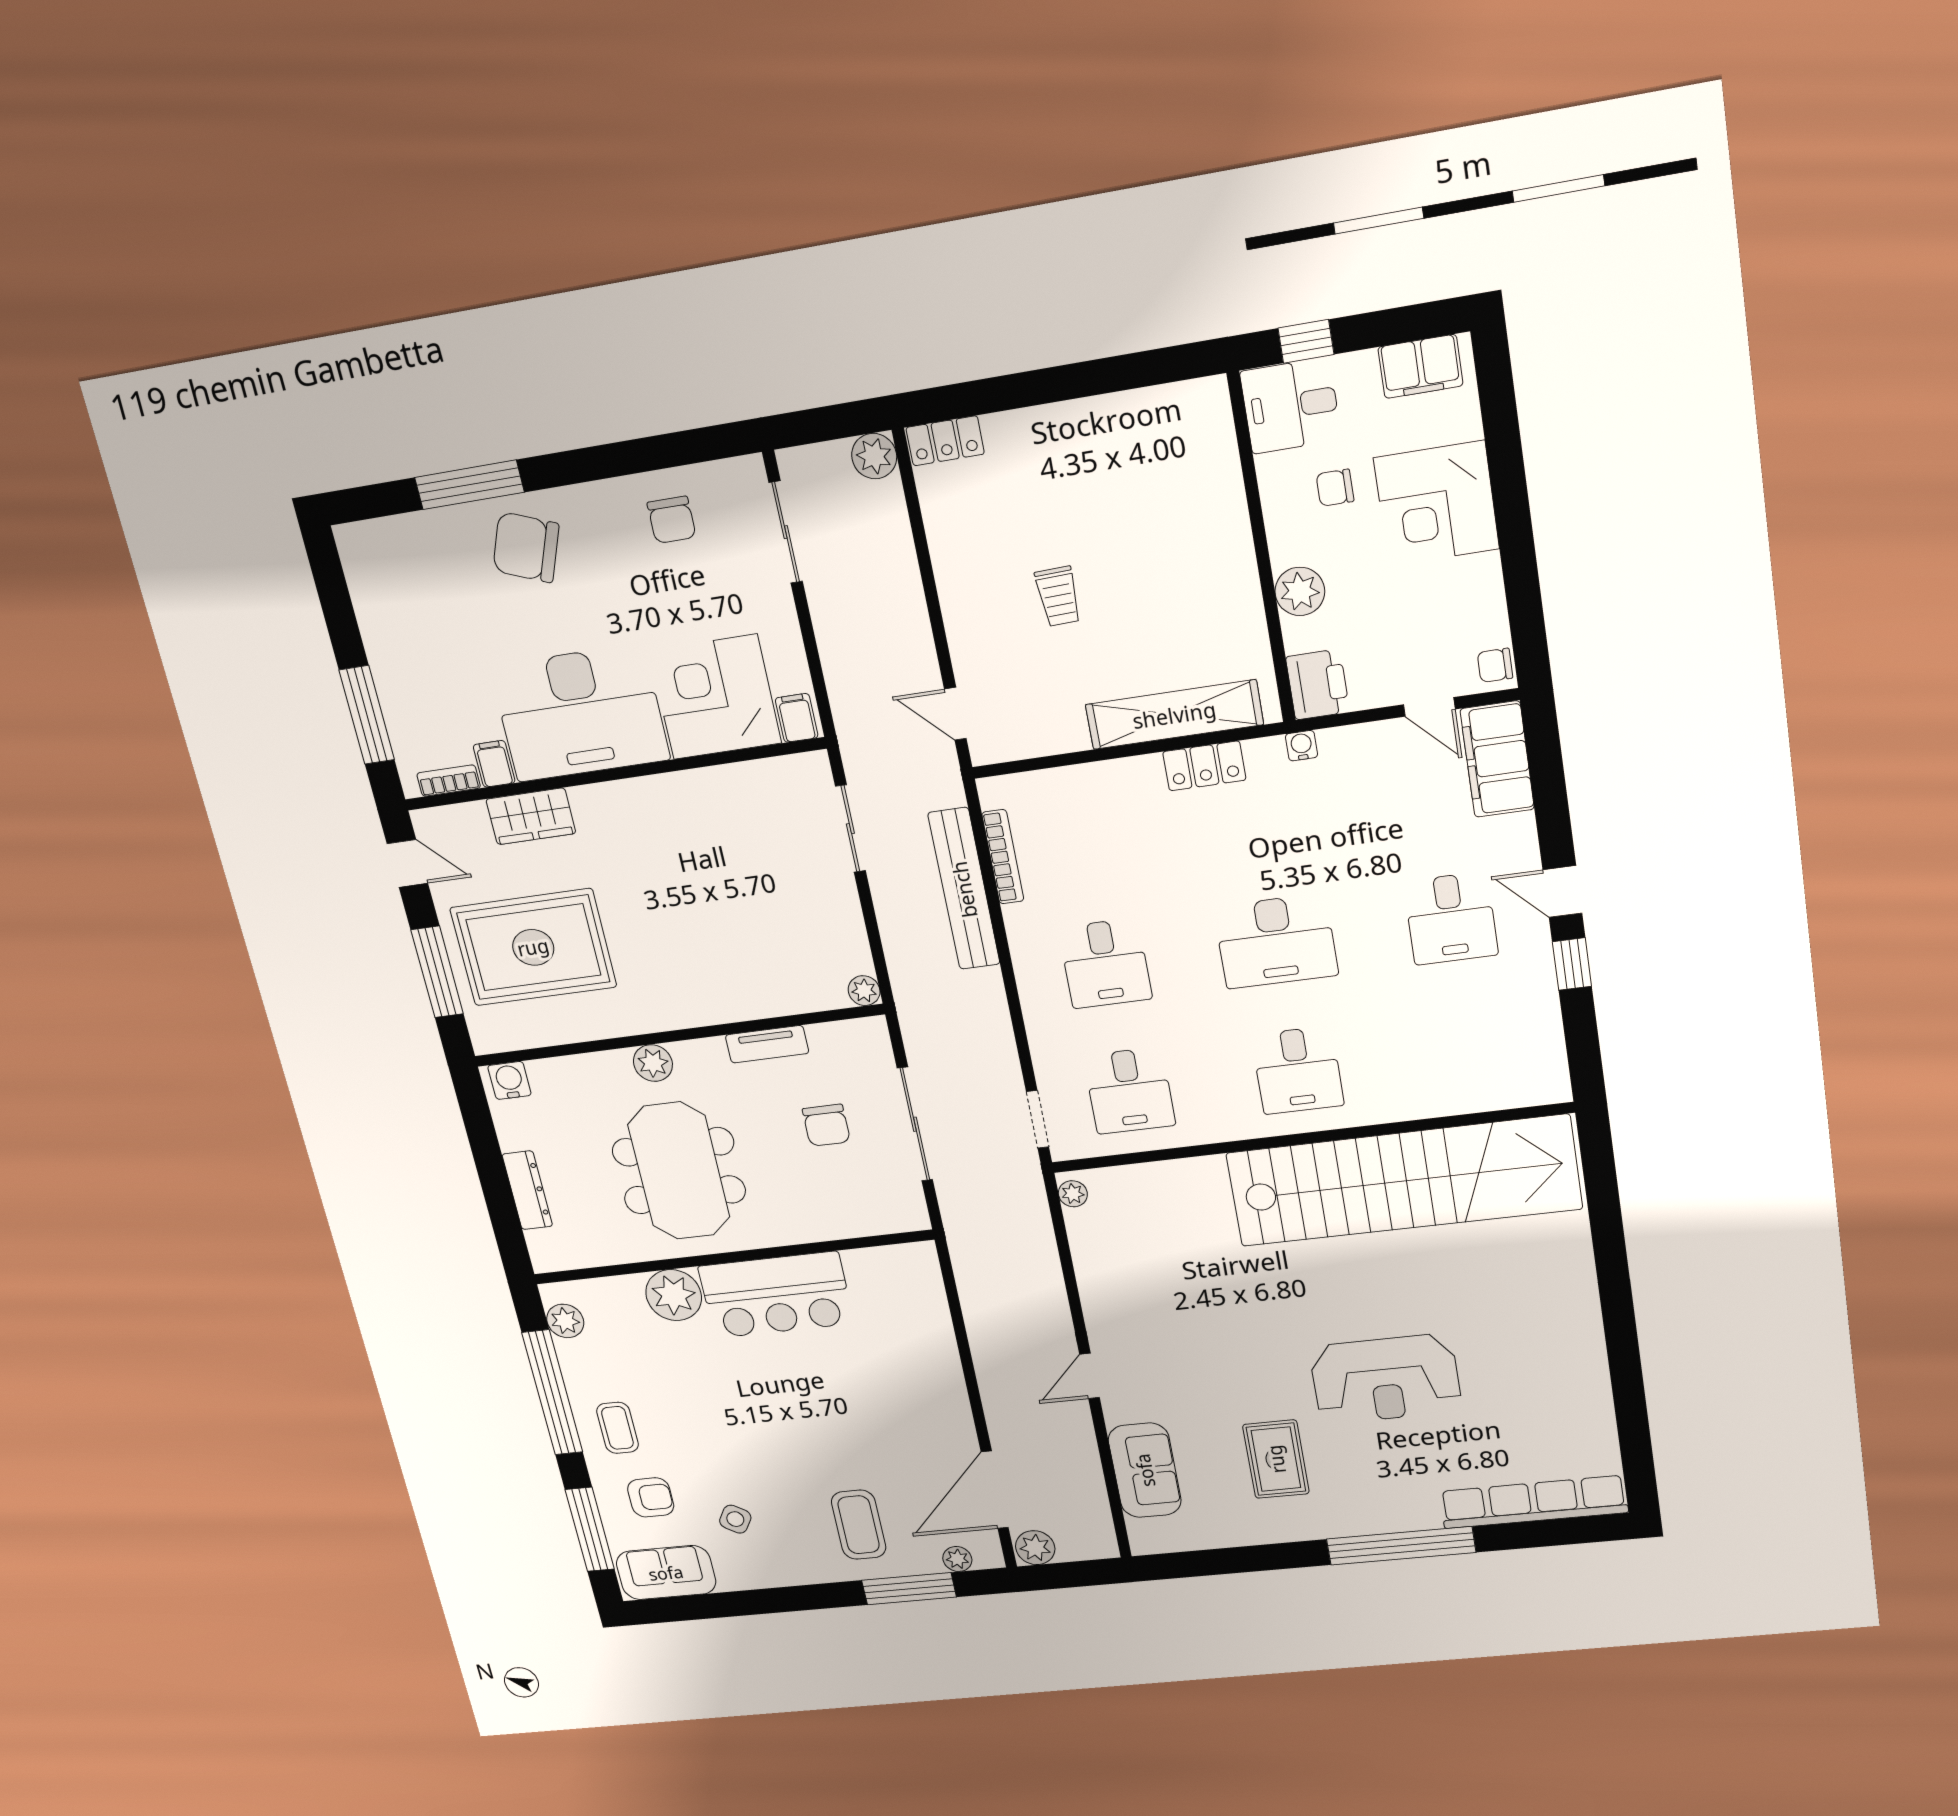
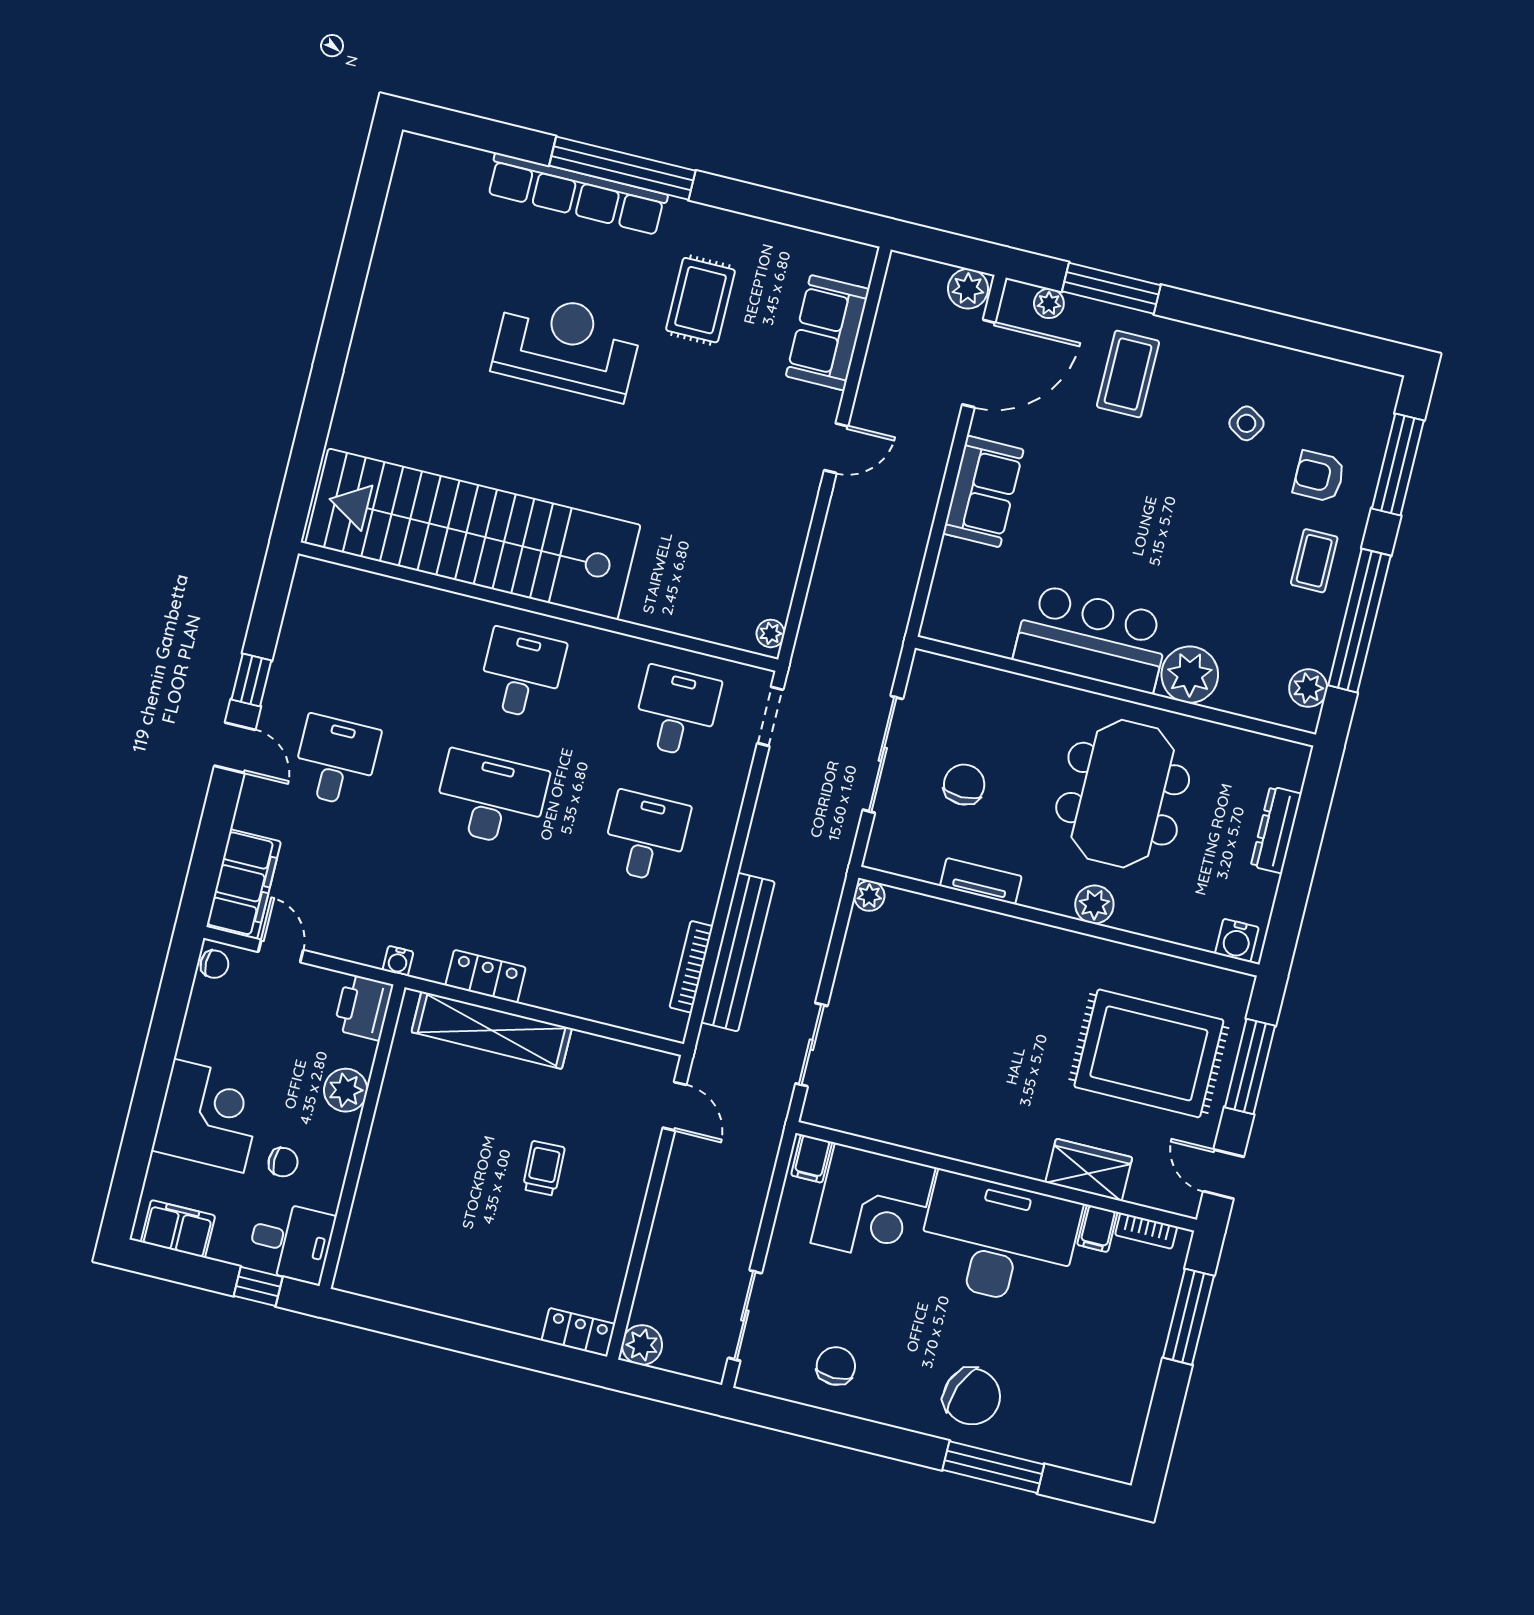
row of seats: (1533, 1502) -> (577, 194), moved
sofa: (666, 1573) -> (983, 491), moved, turned -90

